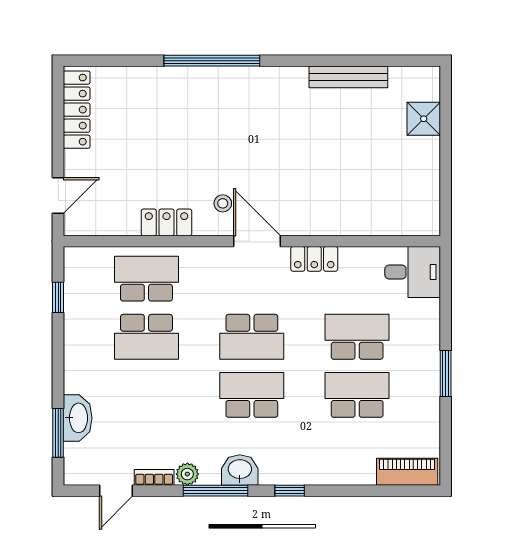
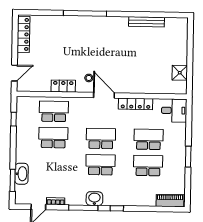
shower: (424, 119) -> (180, 73), moved
locker: (314, 259) -> (136, 104), width x1.53
school desk: (146, 337) -> (53, 138), turned 180
school desk: (252, 337) -> (101, 138), turned 180
plant: (187, 474) -> (71, 200), removed

